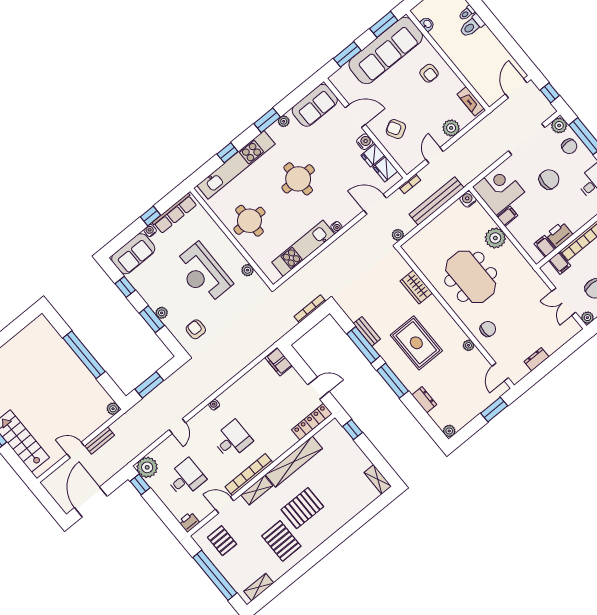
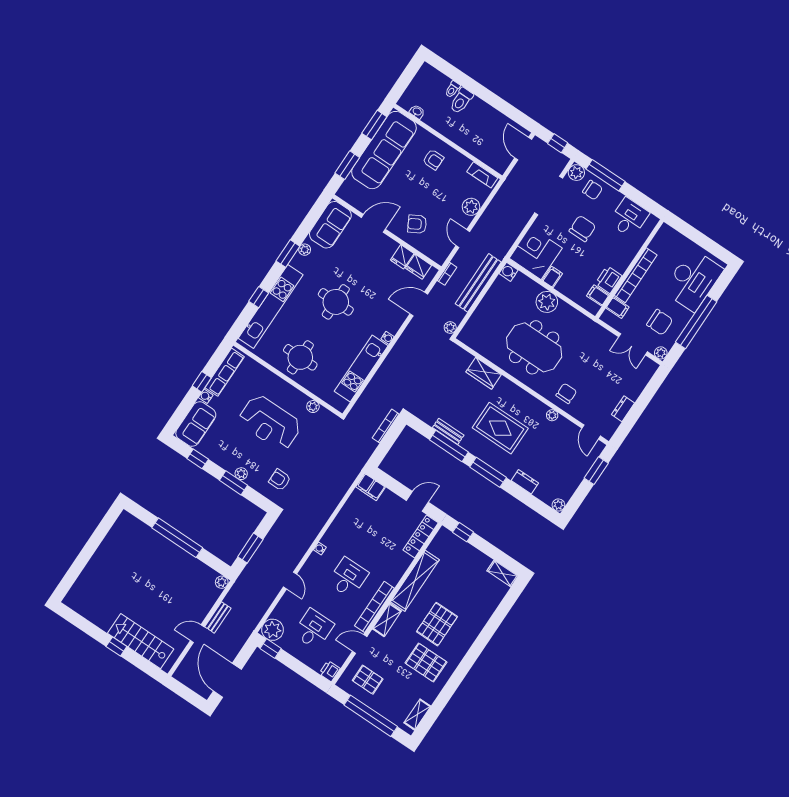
water cooler: (365, 142) -> (390, 246), removed

